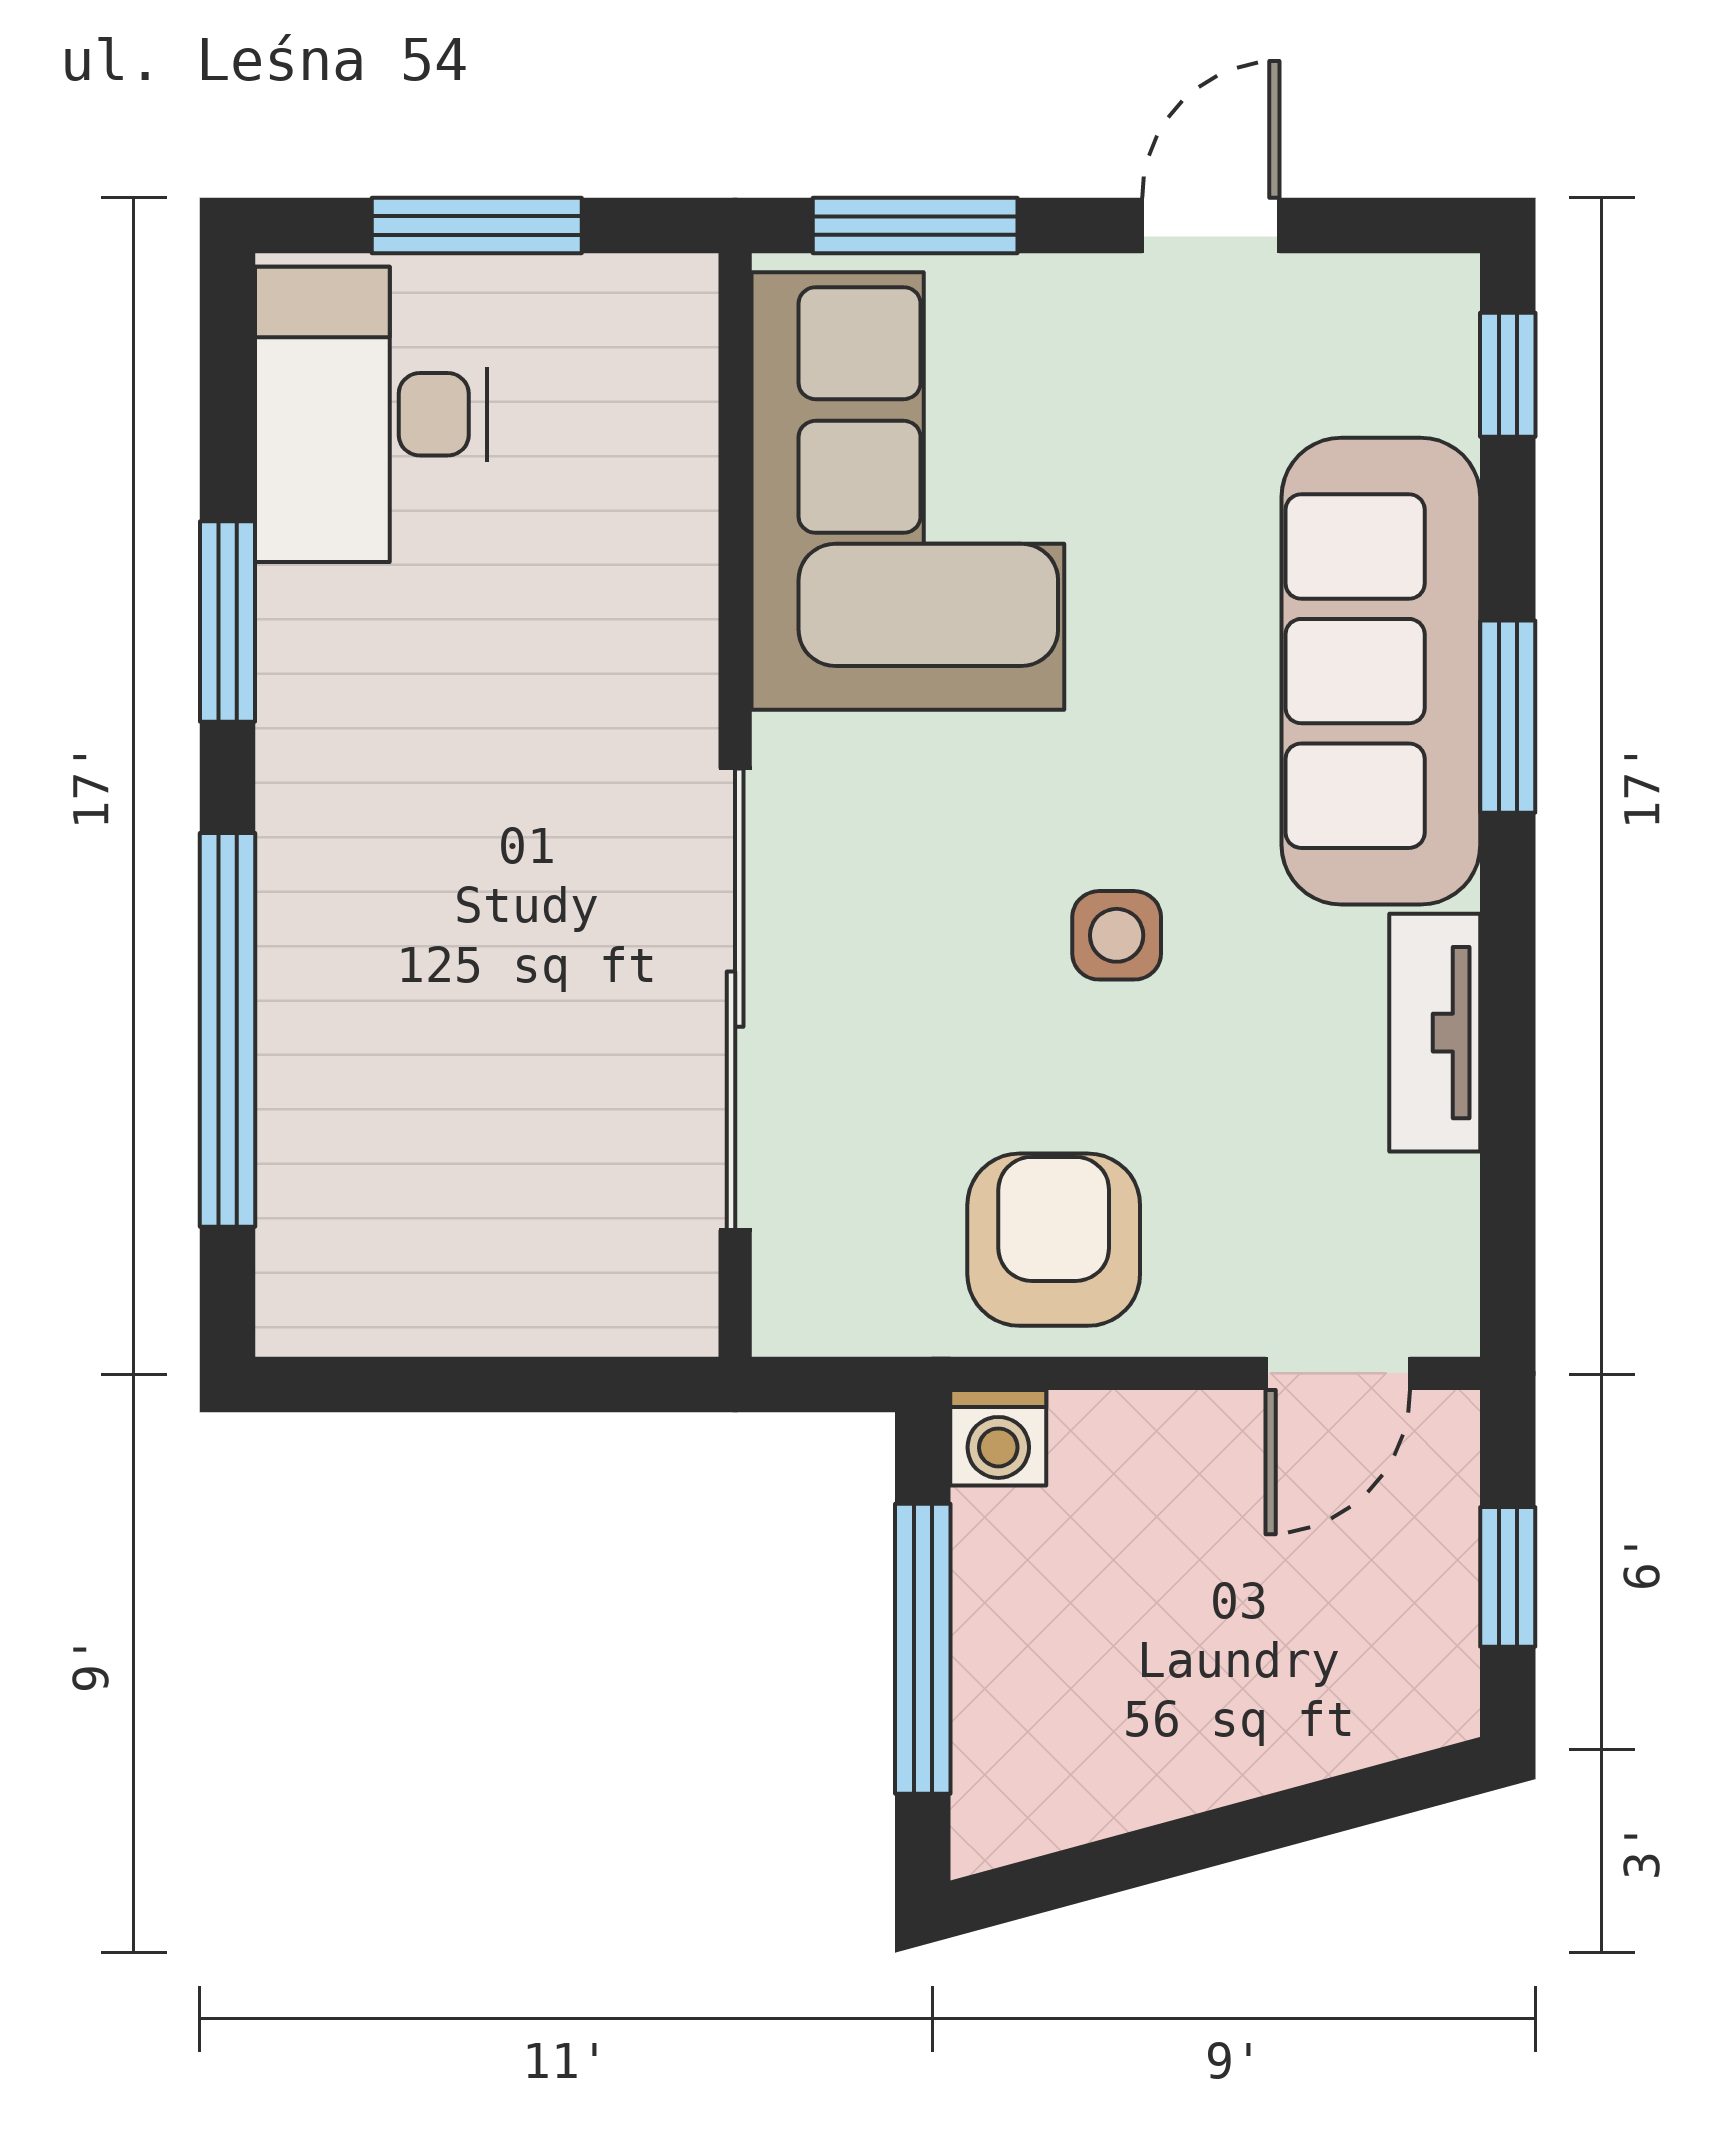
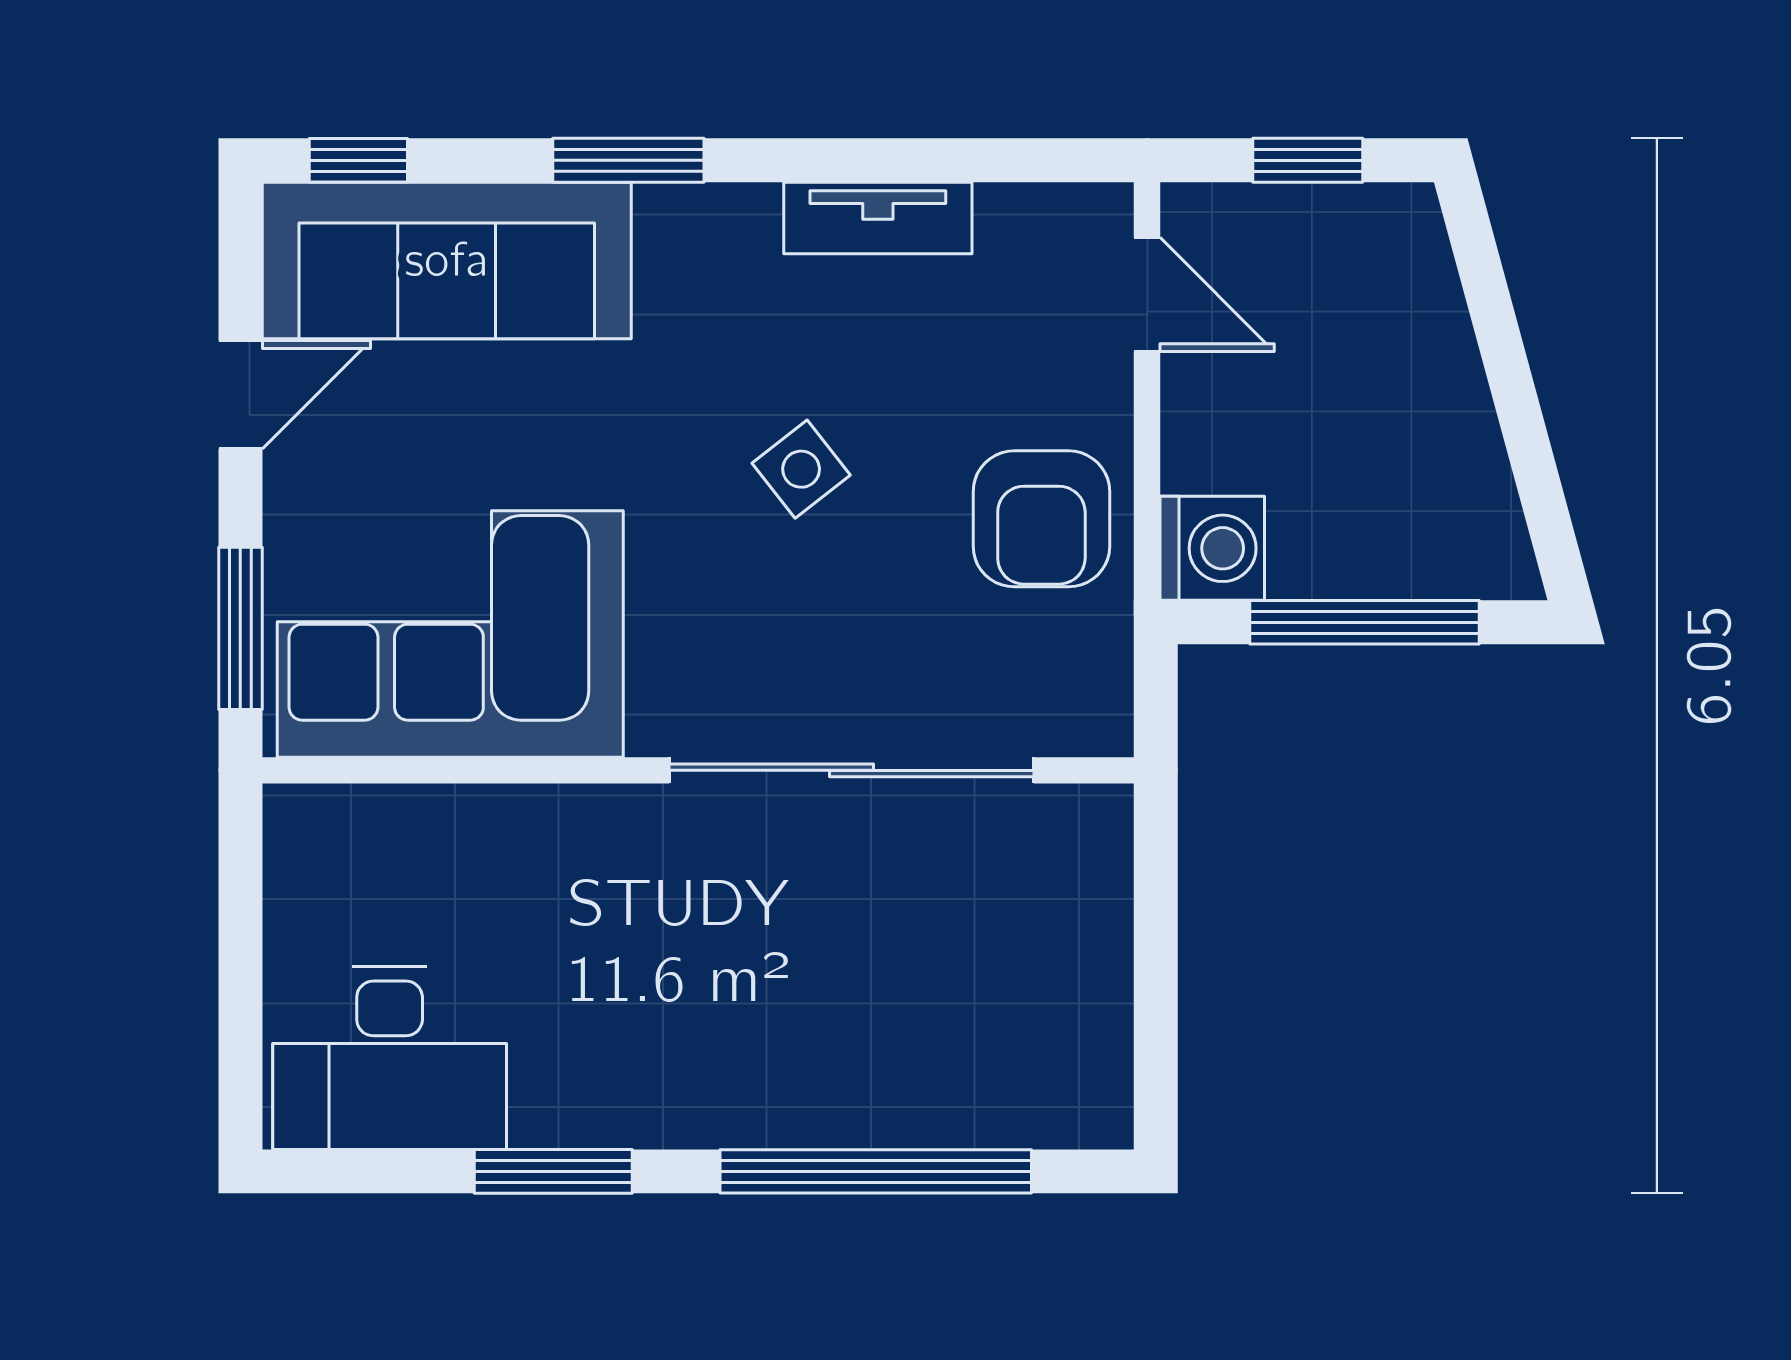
window: (477, 226) -> (240, 974), removed
door: (1211, 226) -> (240, 395), swing flipped
sofa: (1381, 671) -> (447, 260), moved
side table: (1117, 935) -> (801, 469), turned -38
armchair: (1054, 1240) -> (1041, 519), turned -90
washing machine: (998, 1438) -> (1212, 548), width x1.38, depth x1.38

